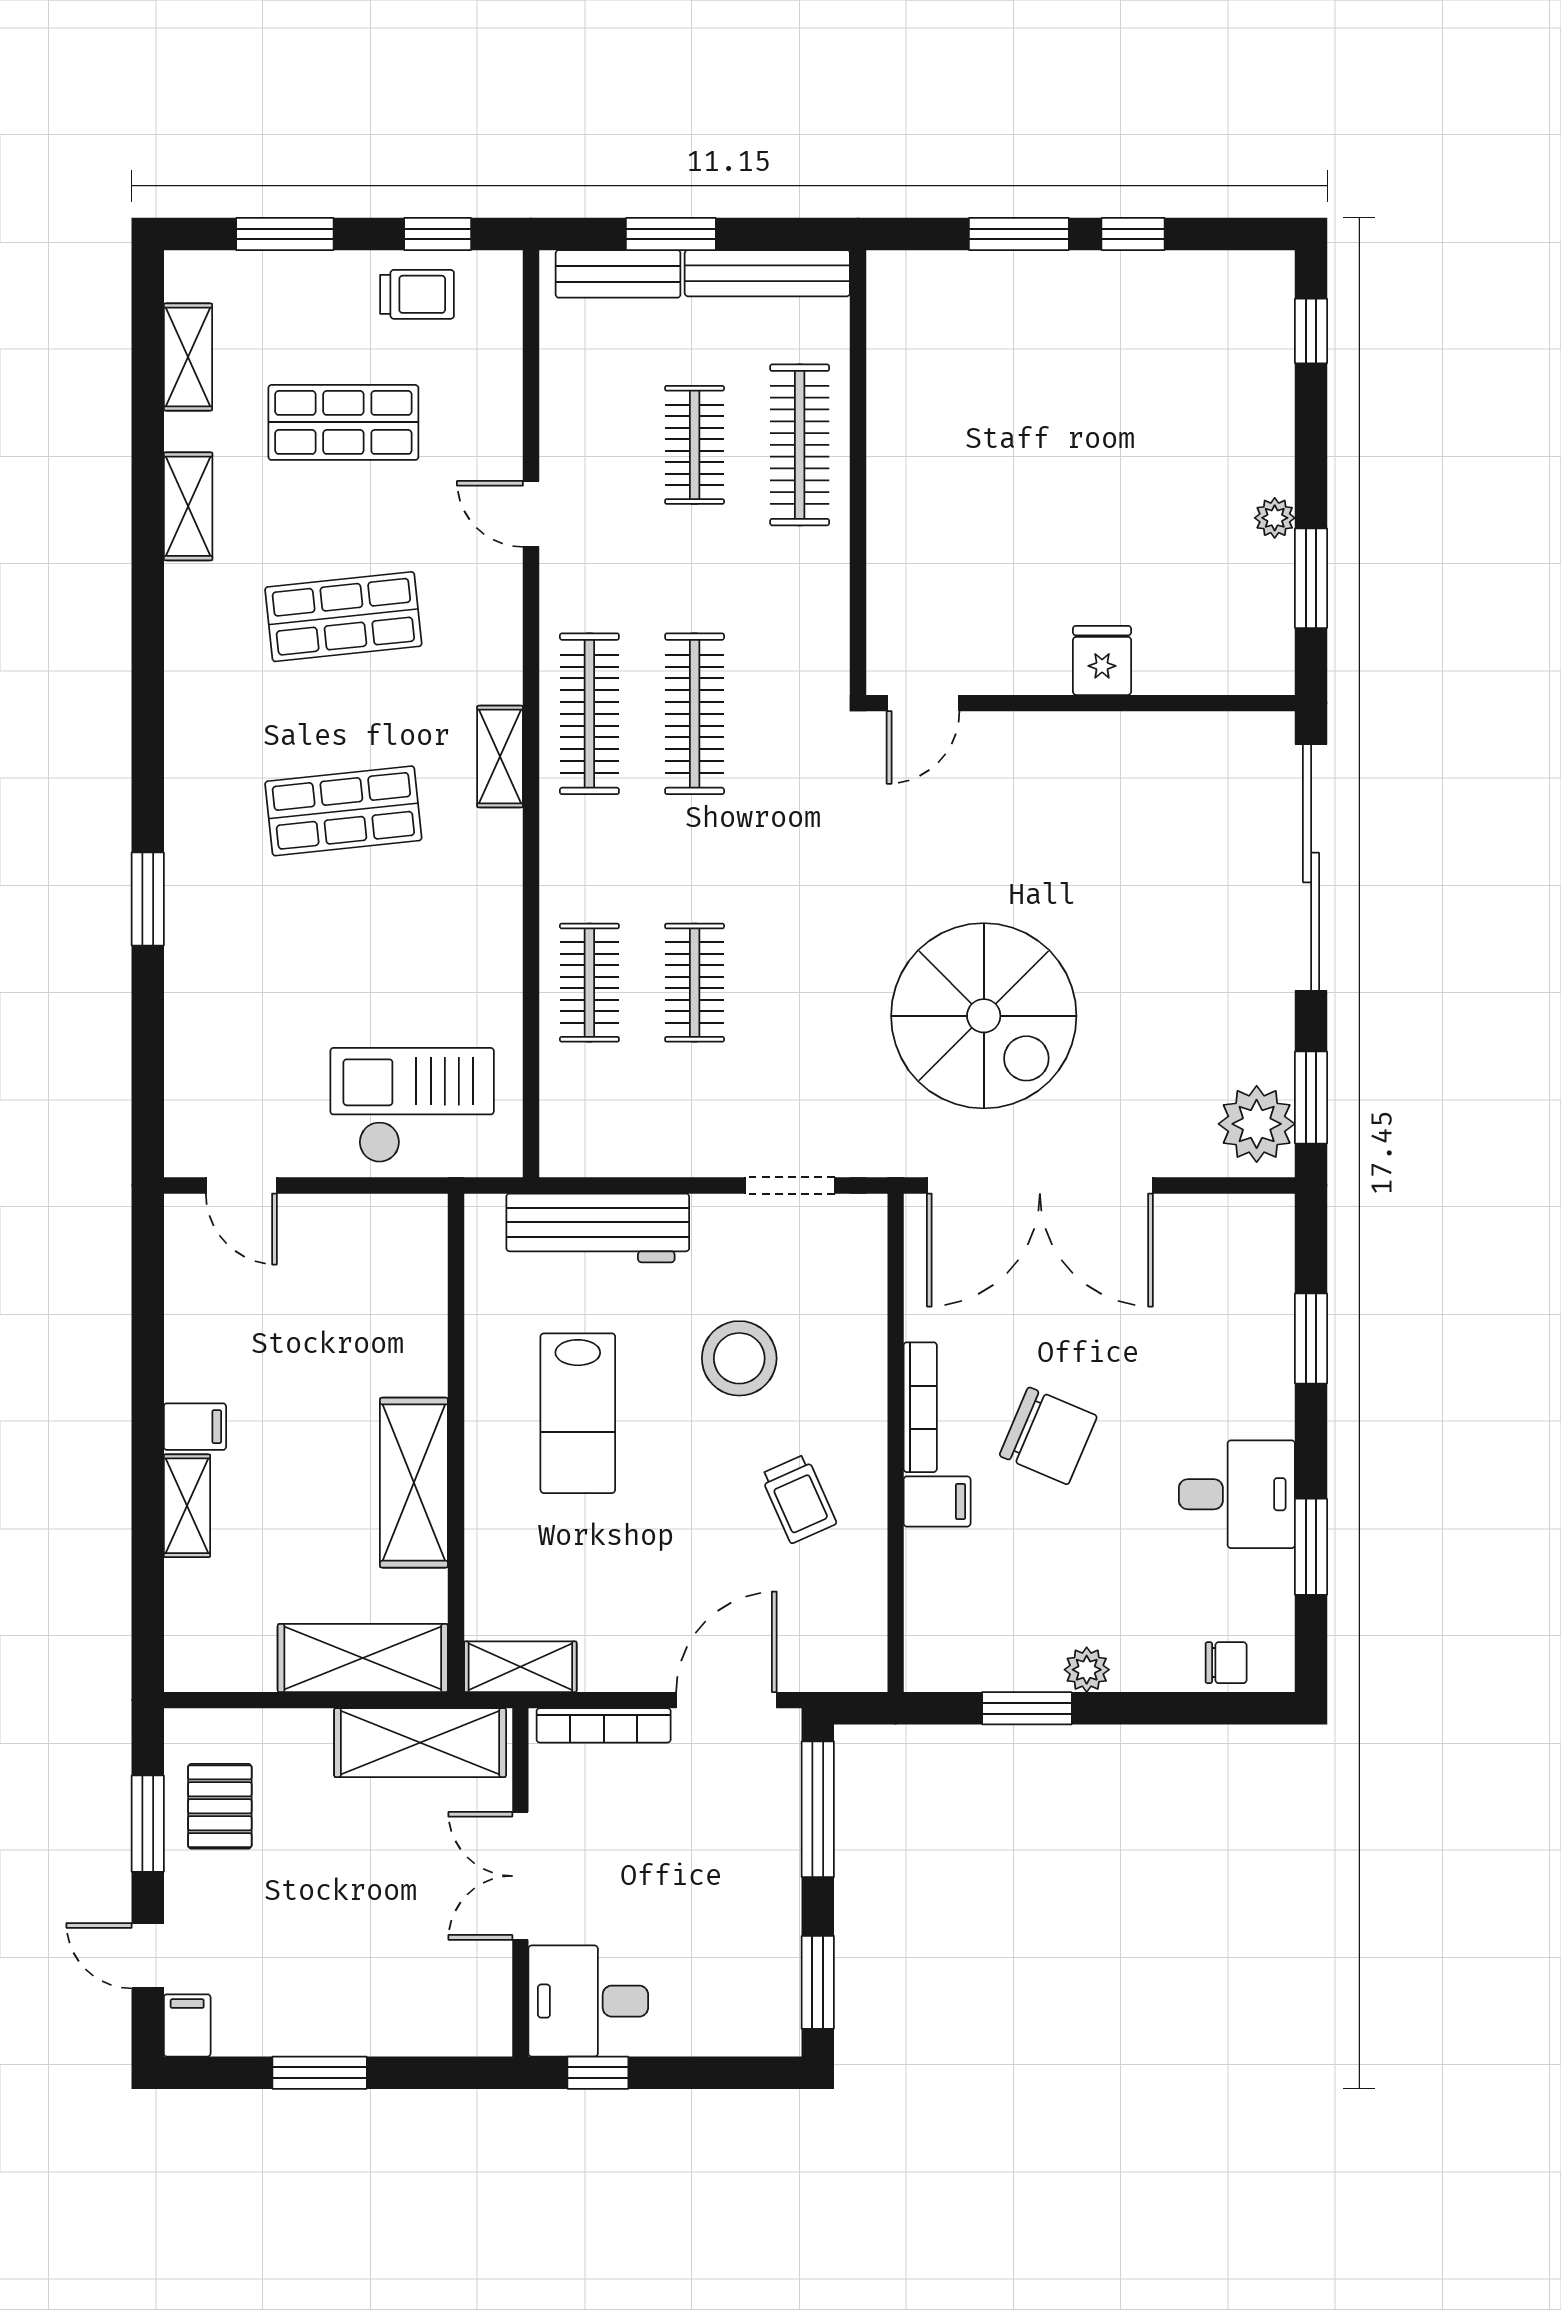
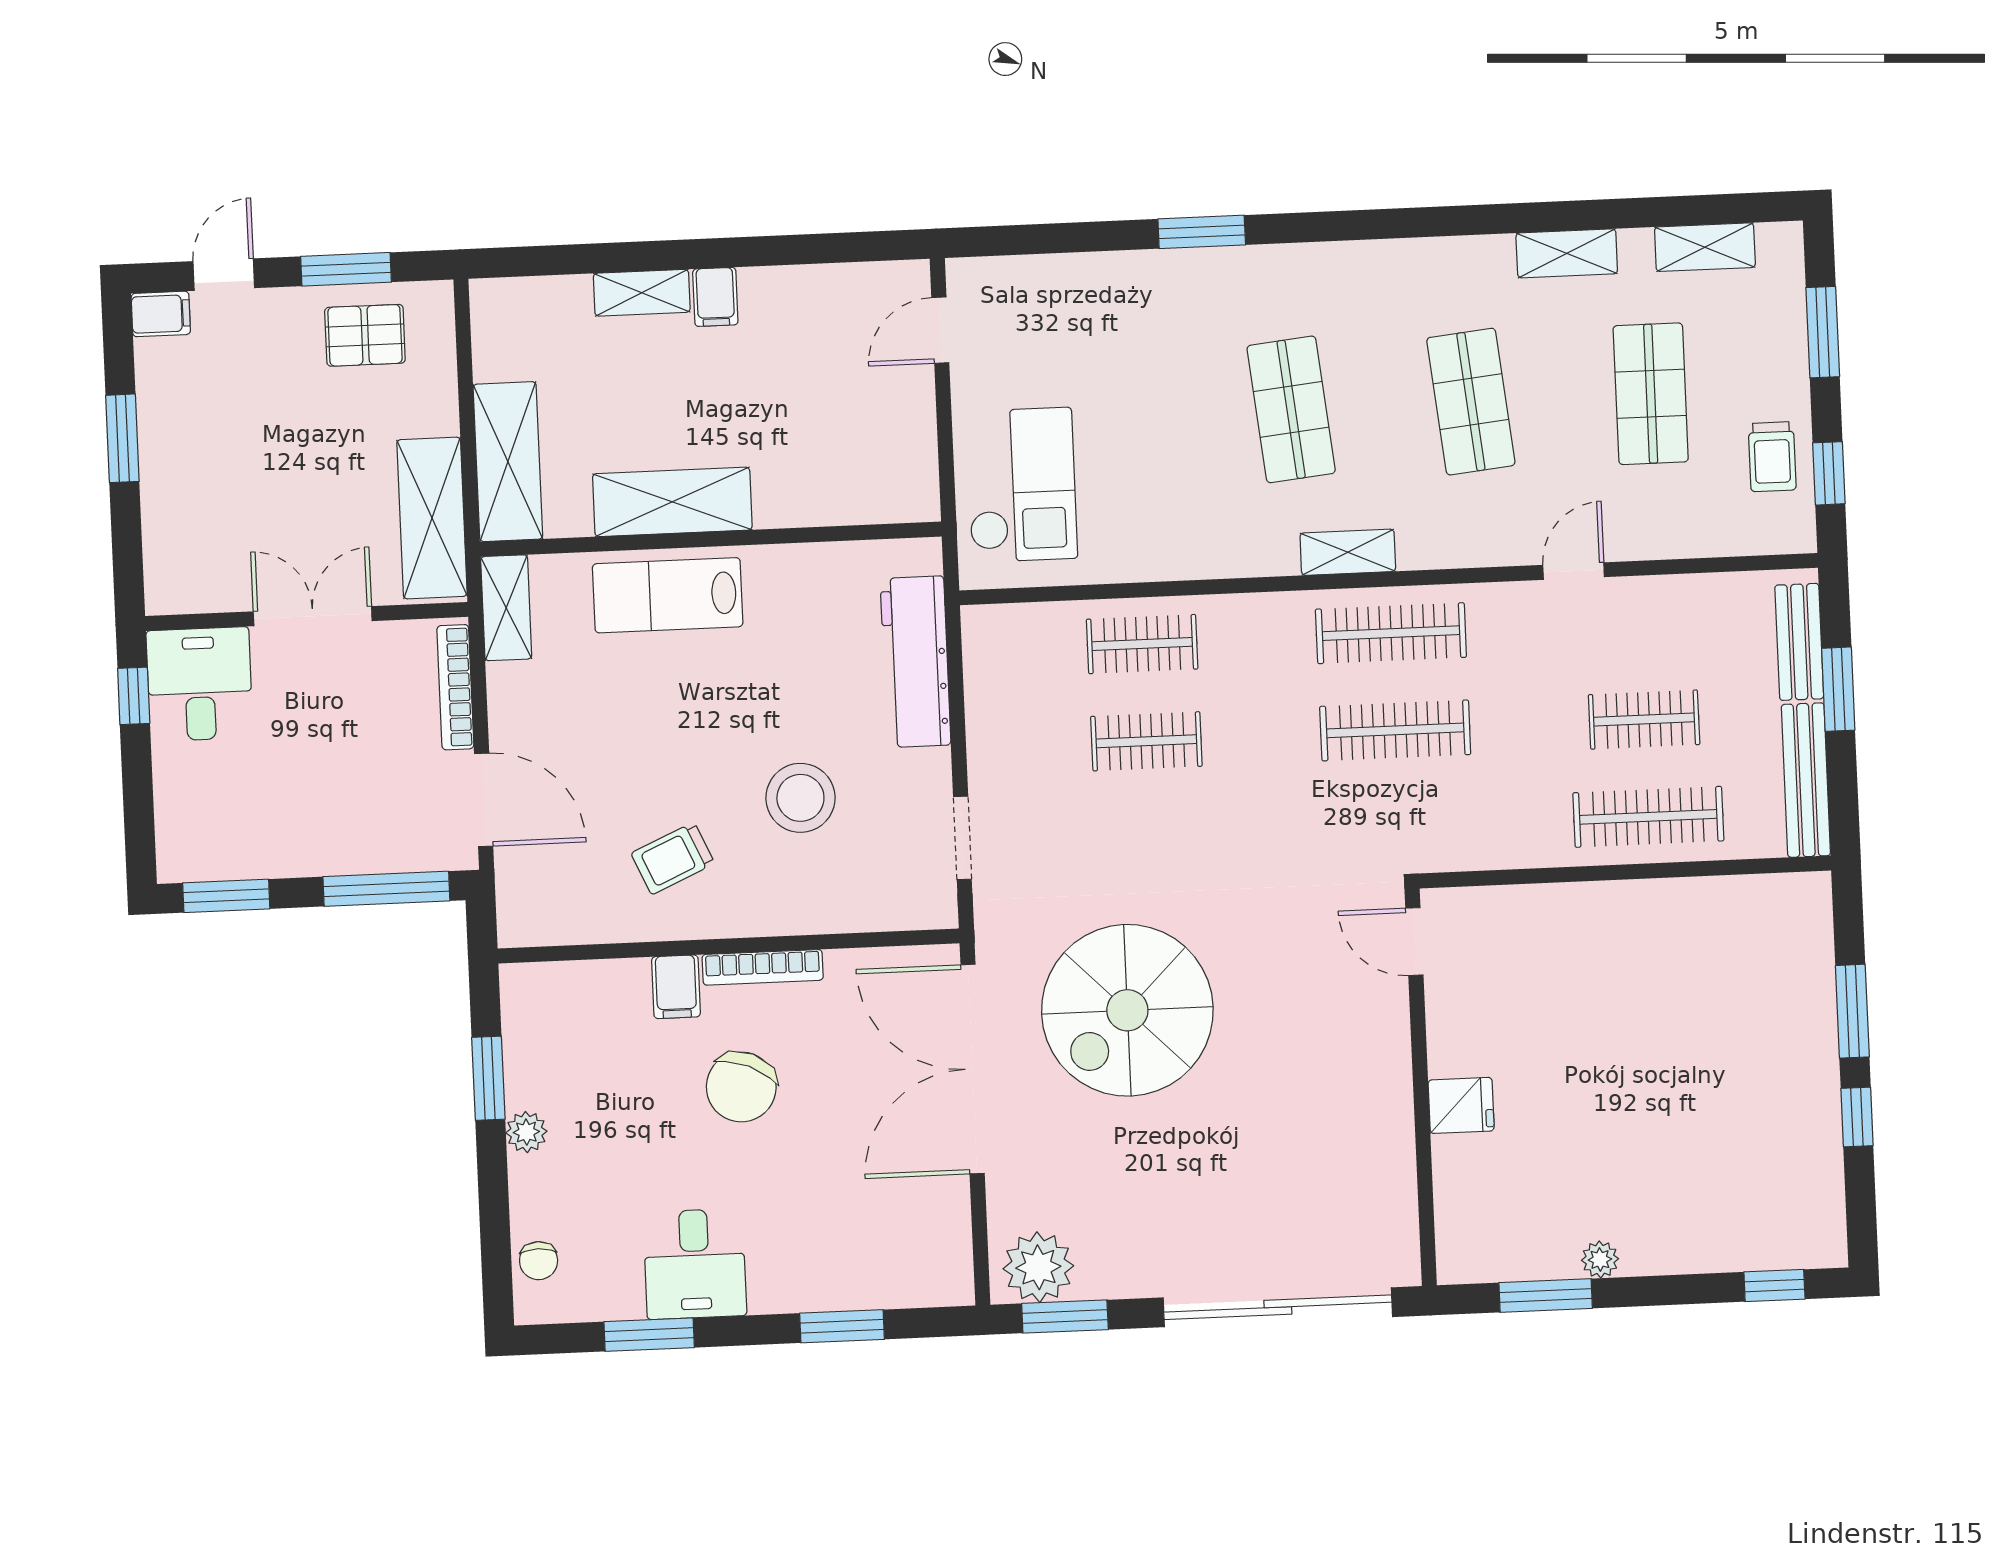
lab bench: (578, 1413) -> (668, 595), moved

